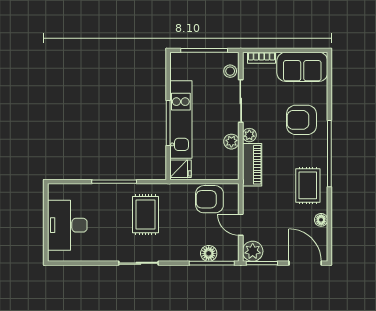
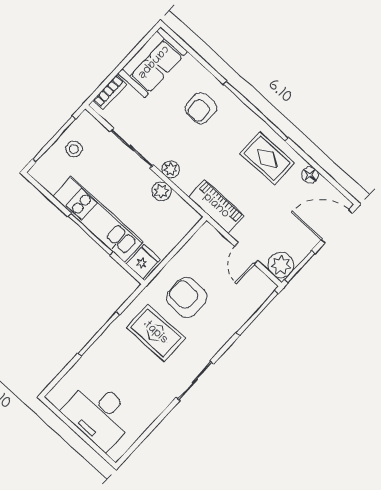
stool: (230, 71) -> (74, 149), moved
armchair: (301, 120) -> (201, 108), width x0.72, depth x0.72
piano: (252, 165) -> (216, 206), moved
armchair: (209, 199) -> (187, 297), moved, turned 90
door: (241, 225) -> (246, 253), hinge flipped
floor lamp: (209, 253) -> (246, 307), removed

